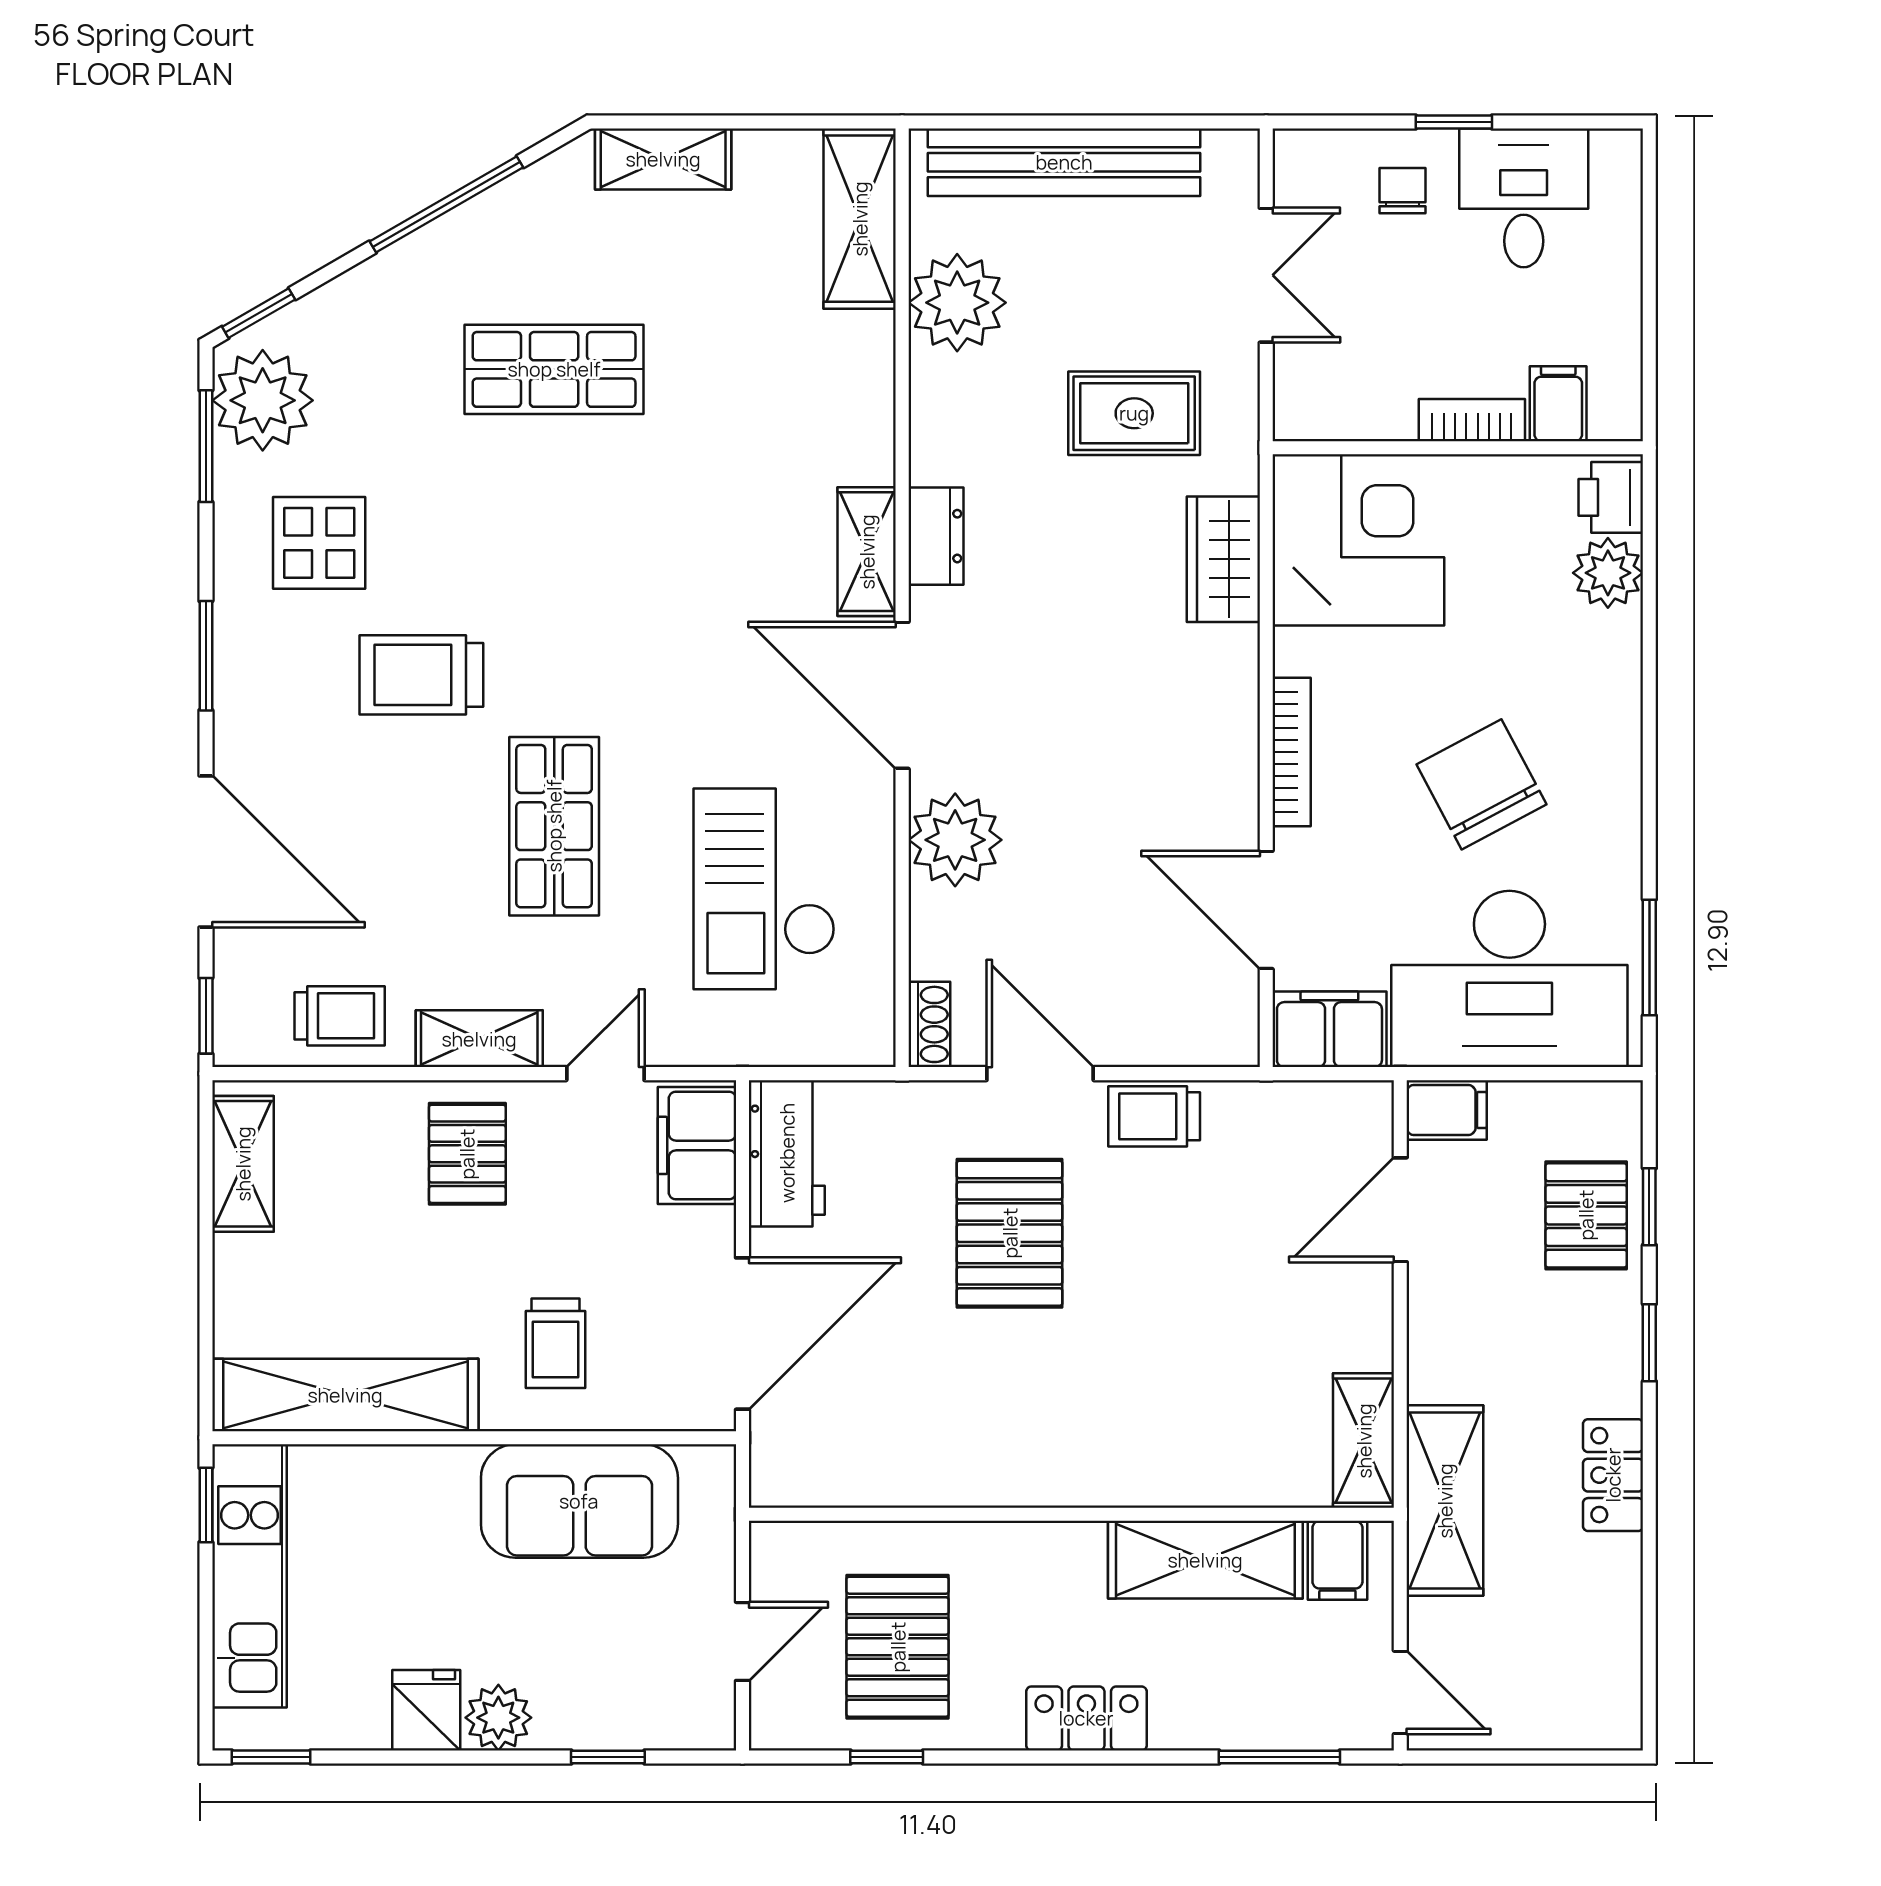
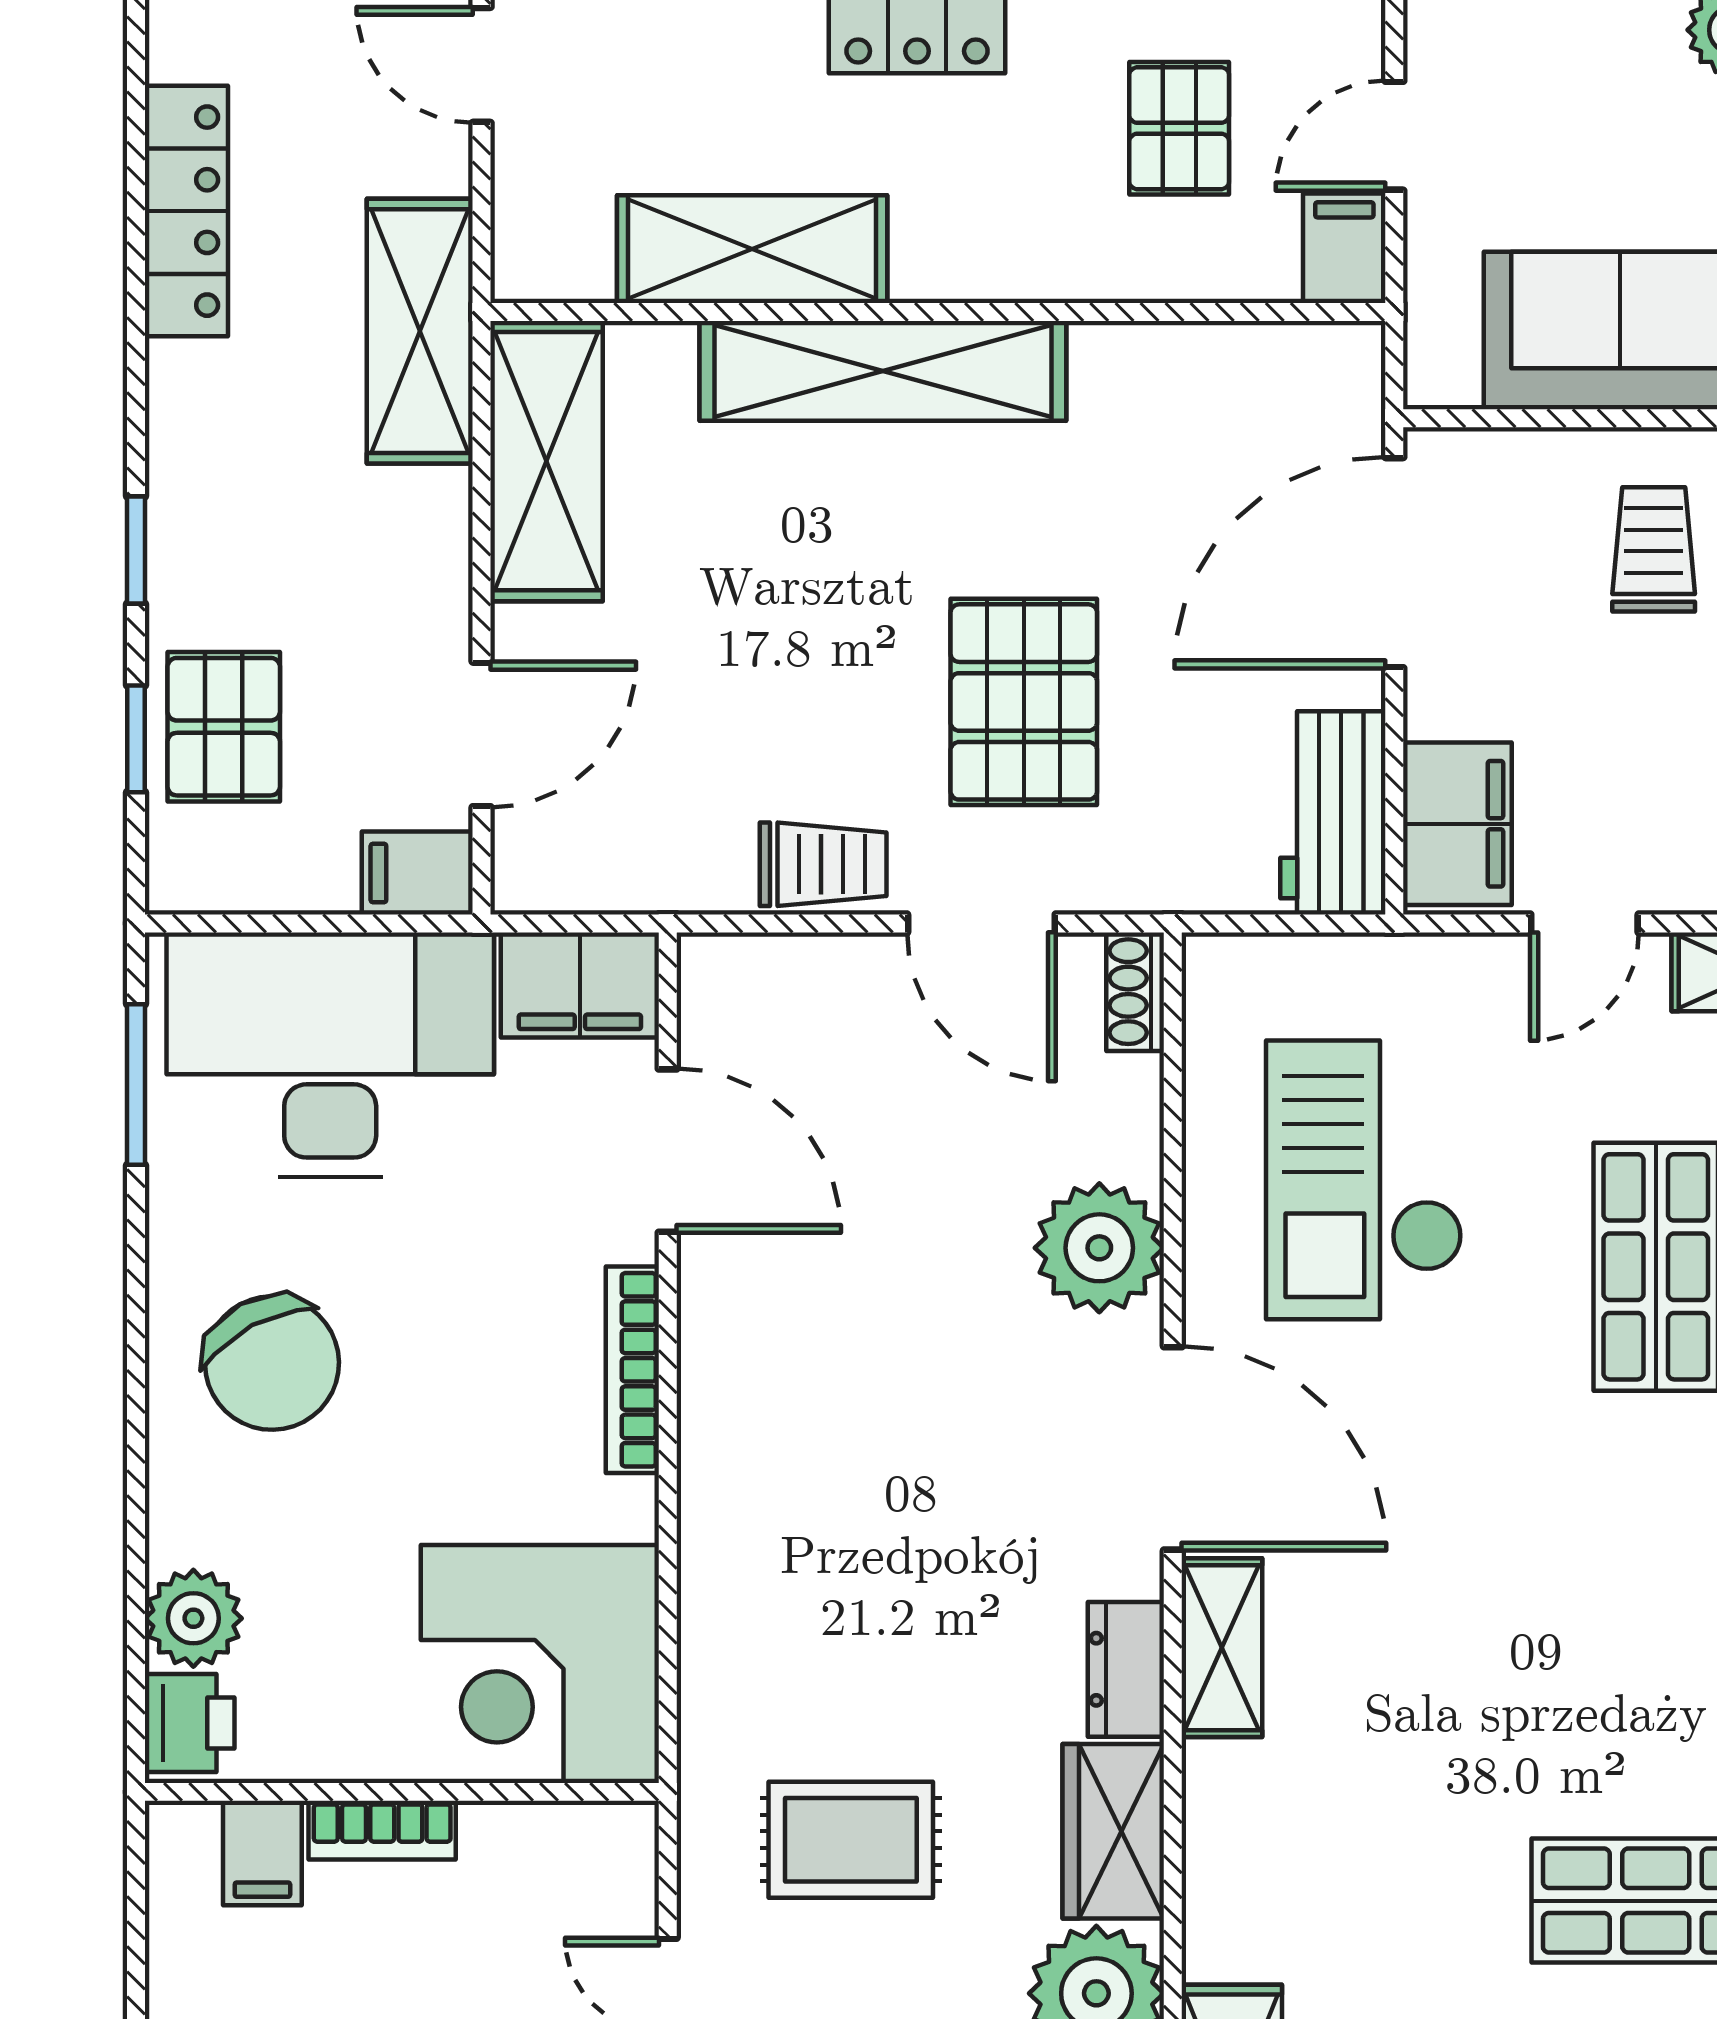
wardrobe: (1223, 559) -> (1113, 1831), moved, turned 180
chair: (1481, 784) -> (272, 1363), moved
checkout: (764, 889) -> (1364, 1180), turned 180
shelving: (1364, 1441) -> (547, 461), width x1.50, depth x1.33
shelving: (1111, 1472) -> (883, 371), added
locker: (1613, 1475) -> (186, 211), moved, width x1.53
filing cabinet: (1337, 1560) -> (1344, 248), moved
pallet: (898, 1647) -> (1179, 128), width x0.67, depth x0.71

